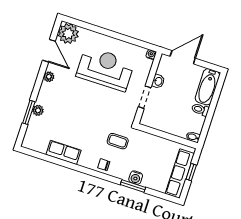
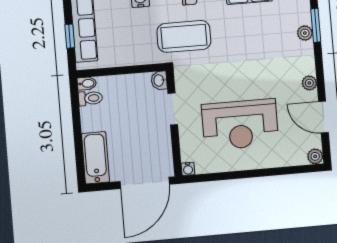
plant: (68, 34) -> (315, 156), width x0.53, depth x0.53
door: (183, 57) -> (145, 183), width x1.36
washbasin: (158, 81) -> (159, 80), moved
toilet: (200, 110) -> (90, 98), moved
coffee table: (118, 141) -> (184, 36), width x1.86, depth x1.72

